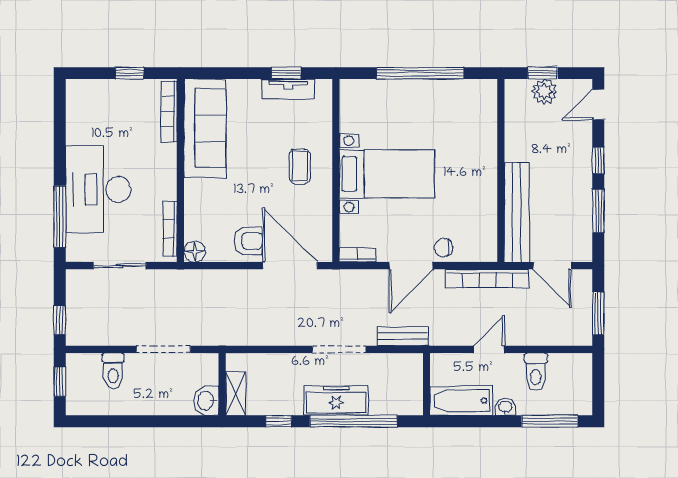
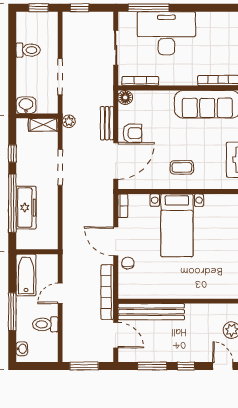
armchair: (248, 241) -> (132, 133), turned -90
door: (552, 266) -> (116, 335), swing flipped
plant: (230, 336) -> (69, 121), added
bench: (403, 336) -> (107, 123), moved
doorway: (339, 349) -> (60, 167), moved
door: (489, 349) -> (60, 293), swing flipped
toilet: (113, 371) -> (28, 50), moved, turned 180
shelving: (236, 393) -> (43, 125), moved
freezer: (336, 400) -> (26, 208), moved
washbasin: (505, 407) -> (22, 349), moved
window: (550, 421) -> (12, 312), moved

